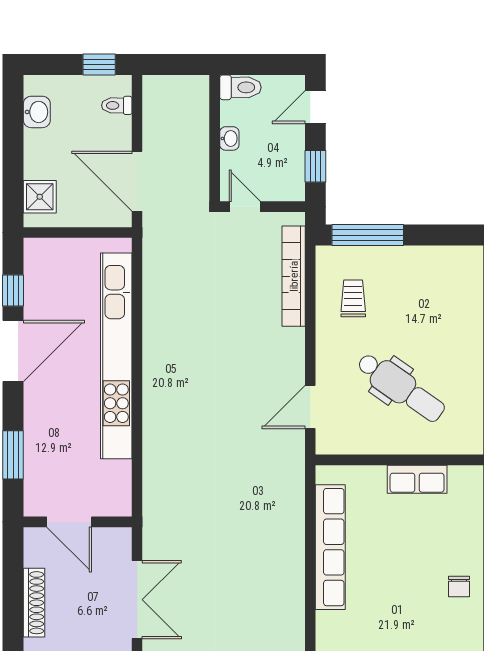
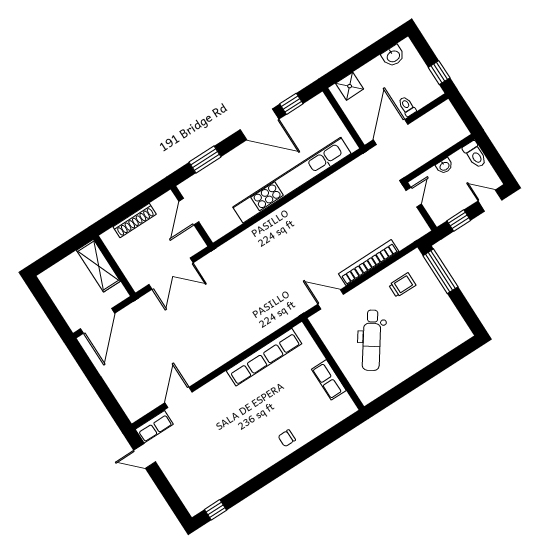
toilet: (117, 105) -> (407, 106), moved
bookcase: (294, 276) -> (369, 262), moved

